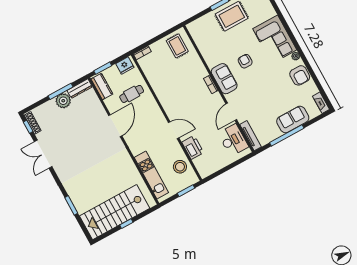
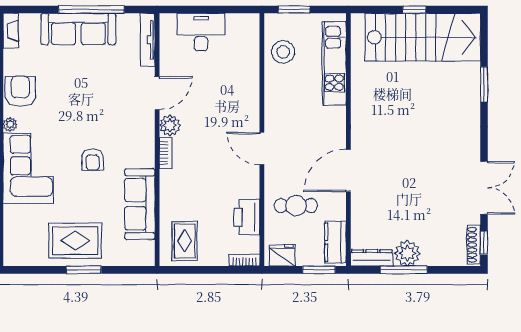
sofa: (224, 79) -> (140, 204), moved, width x1.36
plant: (216, 99) -> (170, 125), added
sofa: (293, 119) -> (78, 29), width x1.36
door: (174, 130) -> (262, 148), moved
desk: (233, 140) -> (201, 32), moved, turned 90
printer: (193, 147) -> (247, 217), moved

